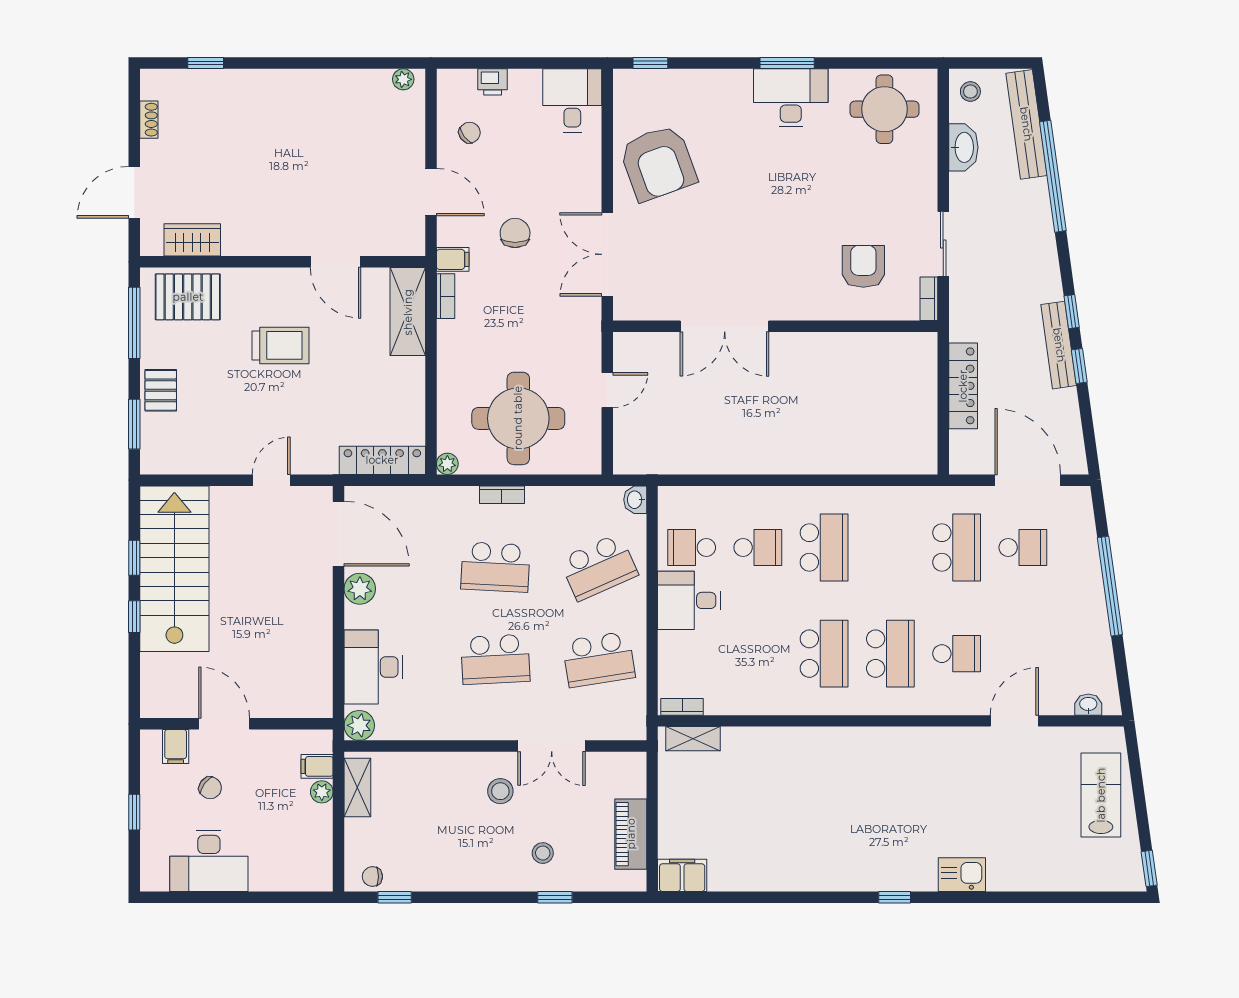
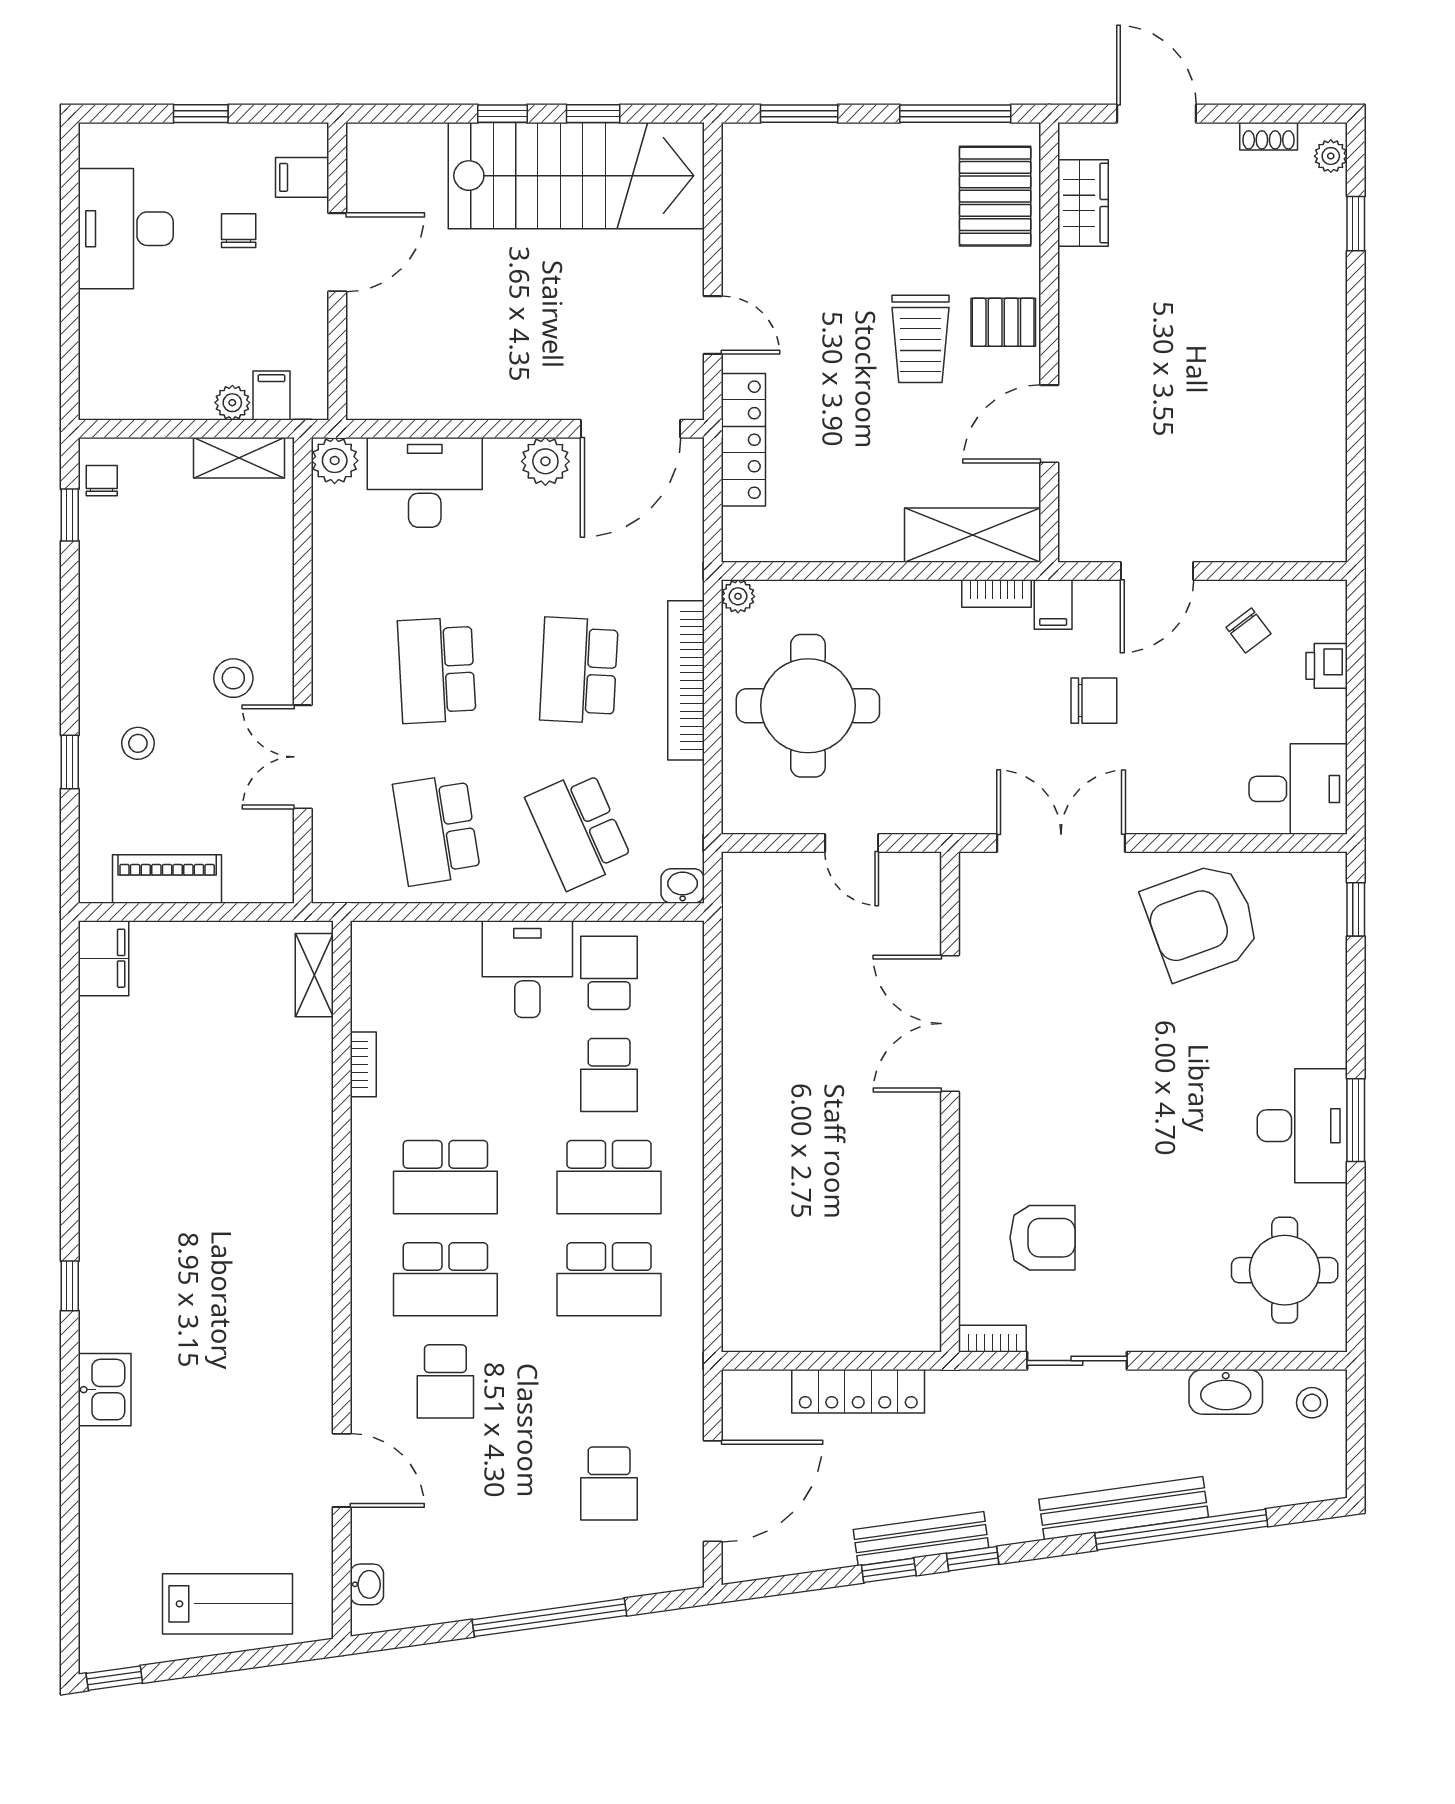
plant: (403, 79) -> (1331, 156), moved
bench: (1026, 124) -> (1124, 1508), moved
pallet: (161, 390) -> (1003, 322), moved
locker: (382, 460) -> (743, 440), moved
bookcase: (502, 495) -> (686, 680), width x2.31, depth x1.31
school desk: (957, 547) -> (609, 1279), moved
bookcase: (682, 707) -> (363, 1064), moved
chair: (210, 788) -> (239, 231), turned 144

